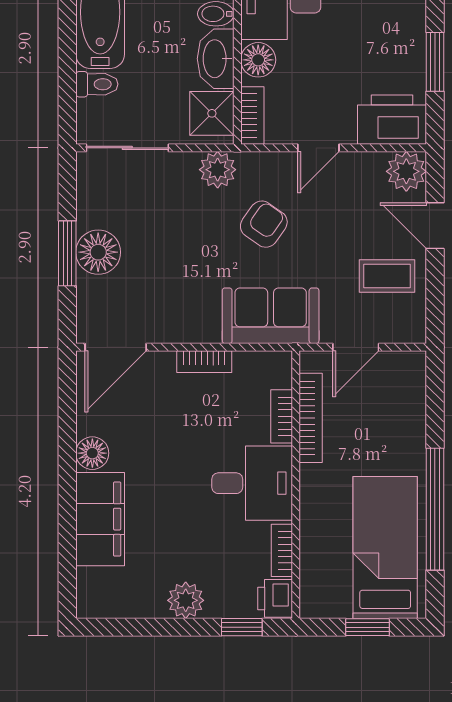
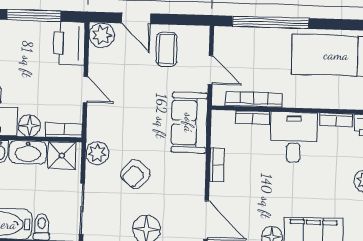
window: (435, 62) -> (34, 15), width x1.44
armchair: (264, 224) -> (135, 174), moved, turned -83
door: (435, 226) -> (136, 18), hinge flipped
window: (435, 509) -> (271, 22), moved

